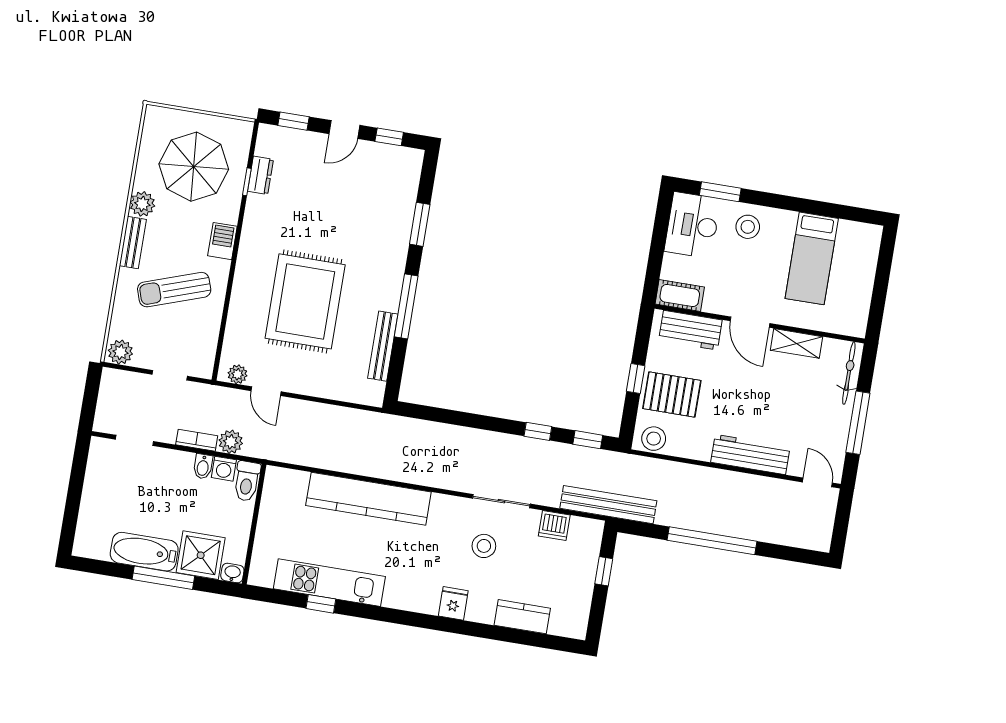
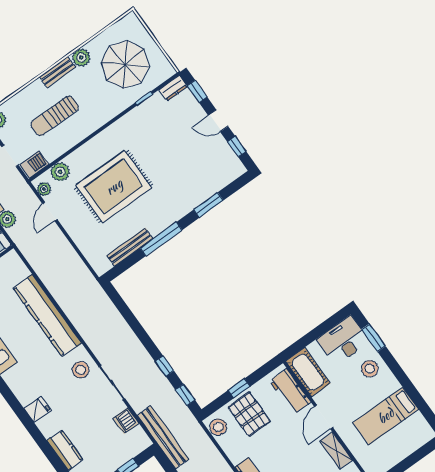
dresser: (261, 175) -> (173, 88), moved
barbecue: (222, 241) -> (34, 164), moved
sun lounger: (174, 290) -> (55, 116), turned -71
cot: (680, 295) -> (308, 372), width x1.37, depth x1.34
plant: (236, 341) -> (60, 172), added
stool: (484, 546) -> (81, 370), moved

